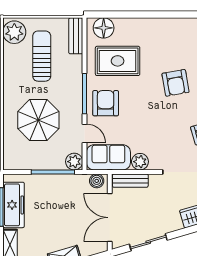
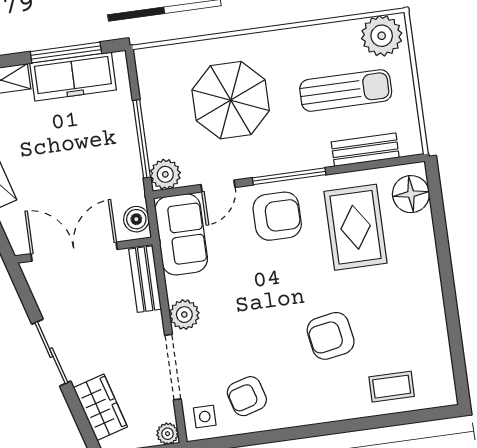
bench: (76, 36) -> (365, 150), moved
plant: (140, 162) -> (184, 315), moved
sliding door: (148, 242) -> (51, 353), moved

